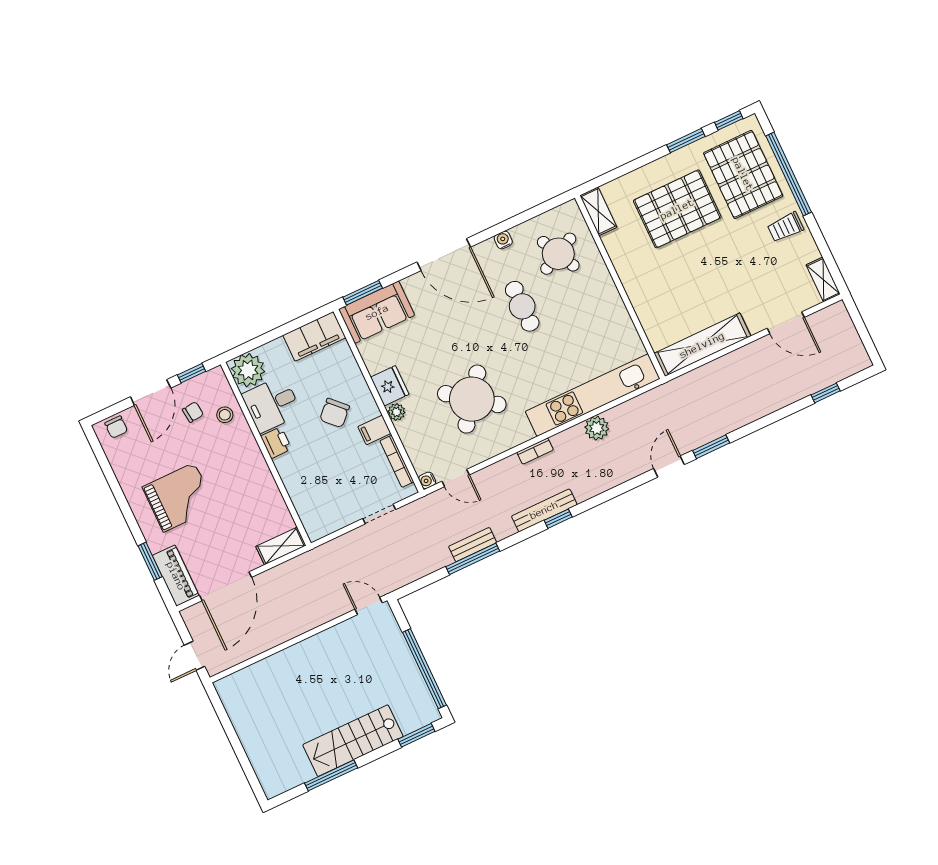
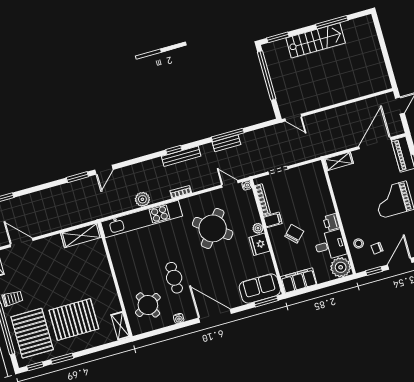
shelving: (702, 345) -> (81, 235), width x0.68

